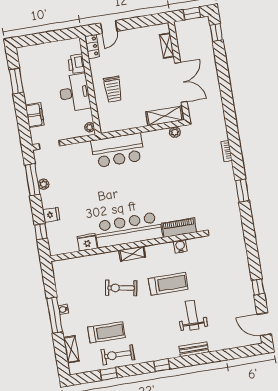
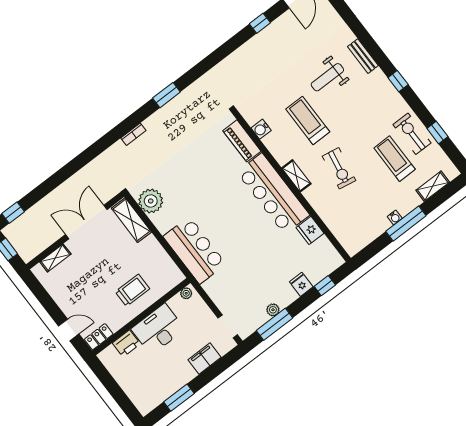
plant: (175, 132) -> (151, 201), width x1.87, depth x1.87
exercise bike: (118, 355) -> (412, 134), turned 180

